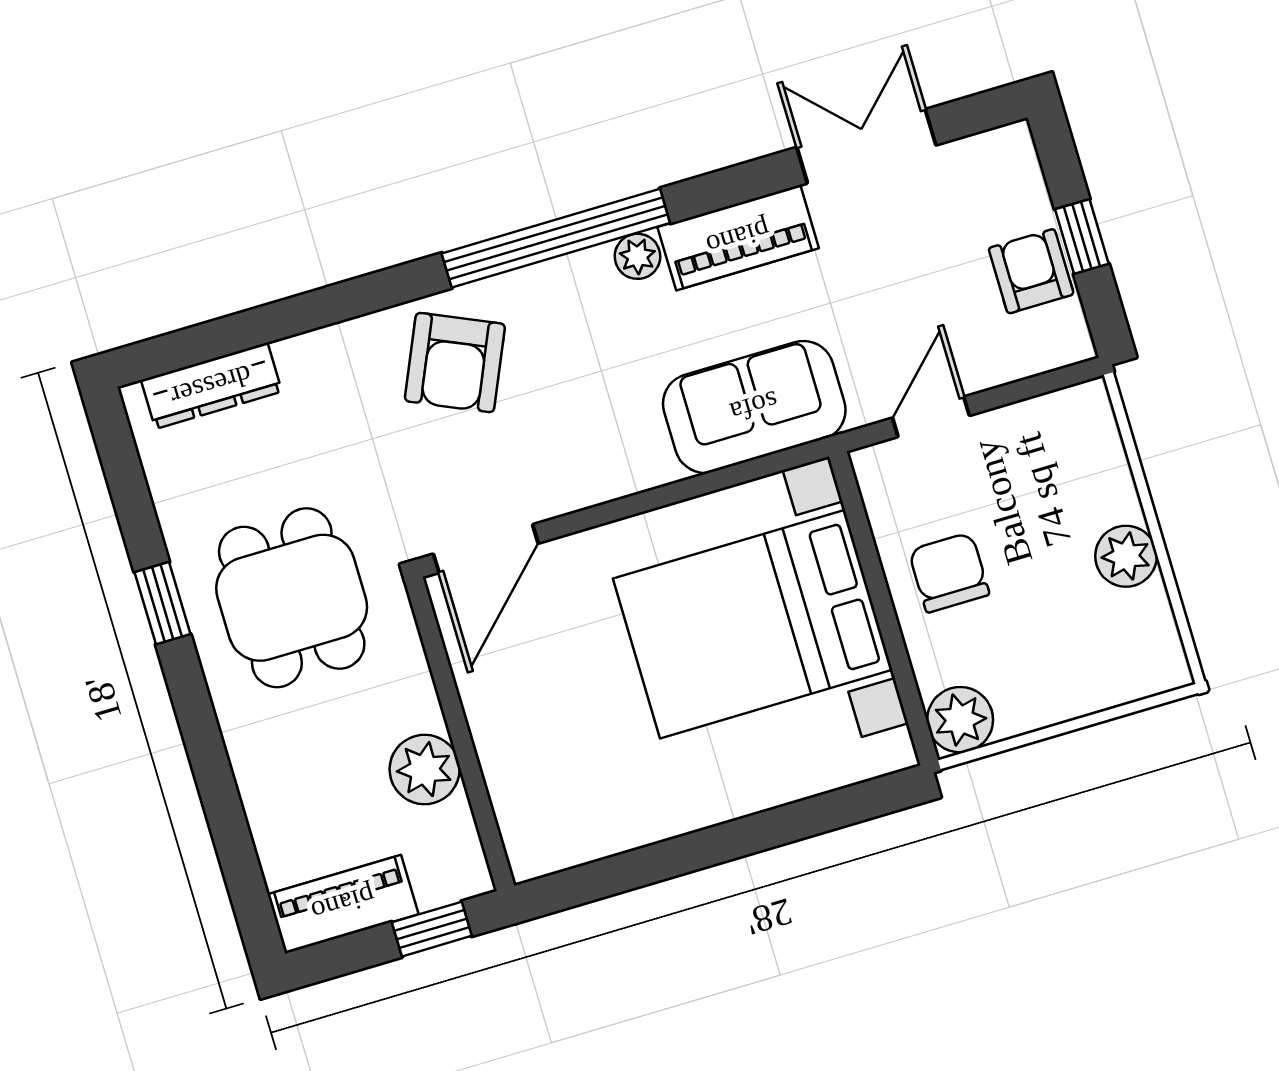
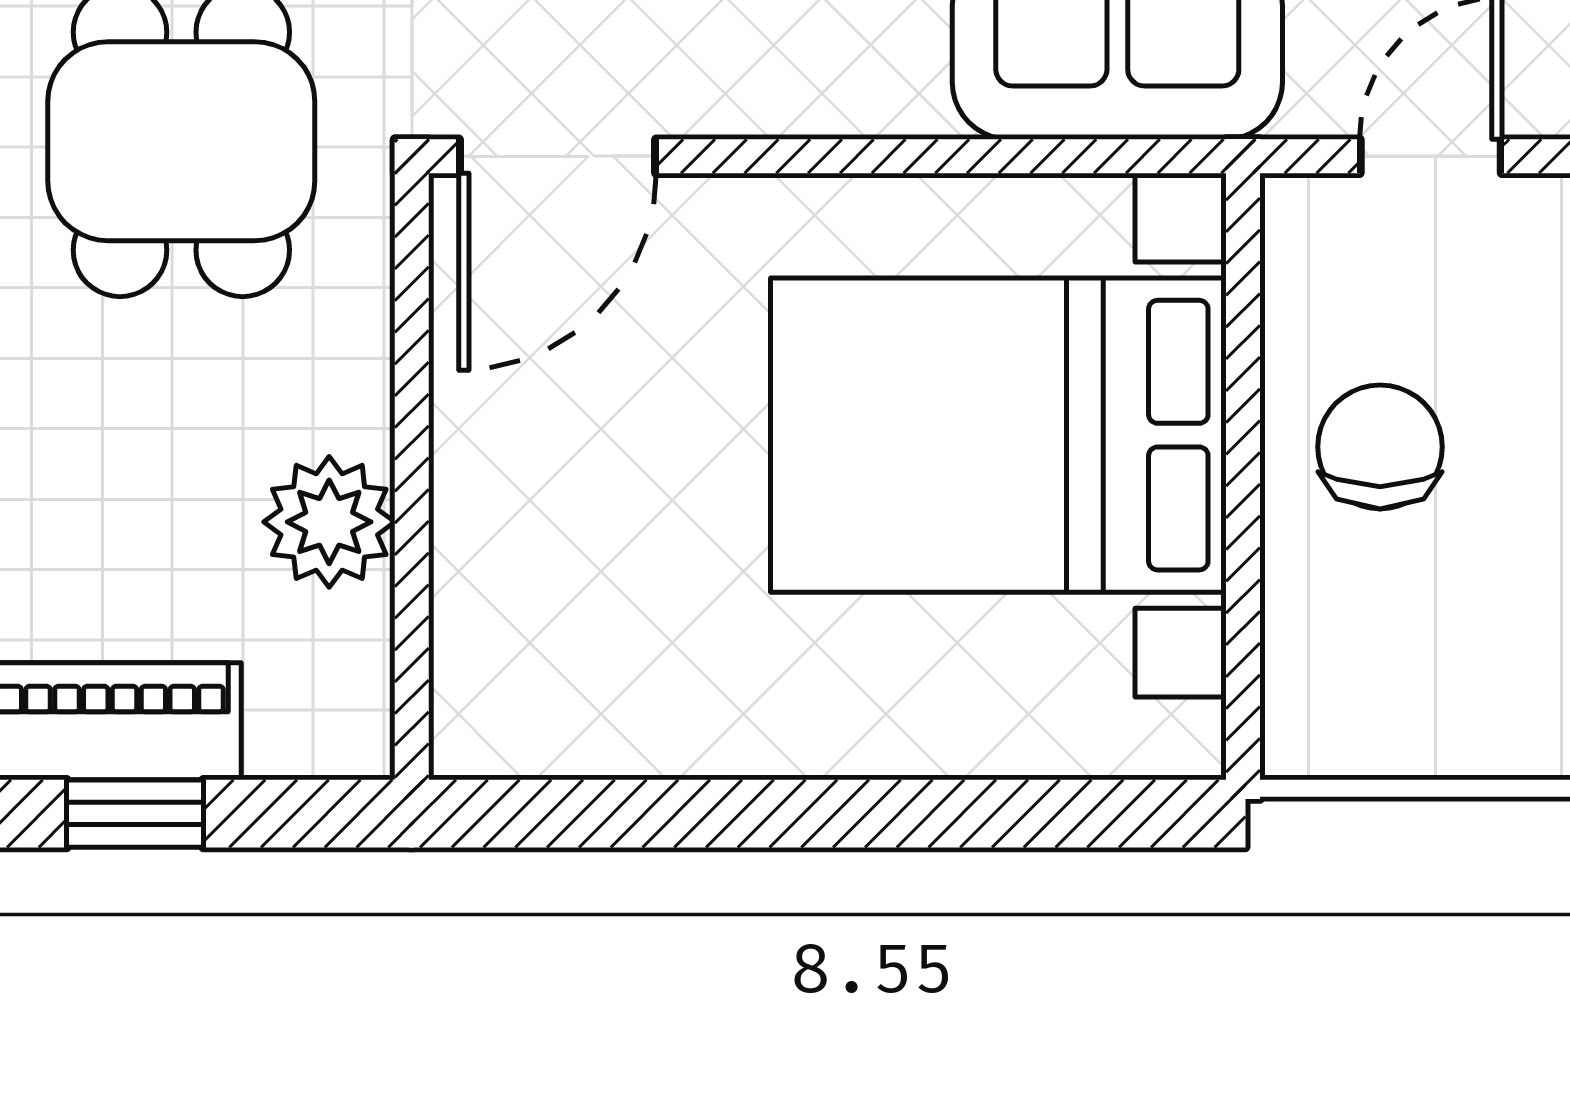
plant: (960, 720) -> (1322, 718), removed
window: (432, 929) -> (135, 814), moved

